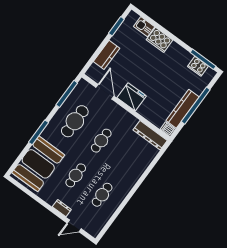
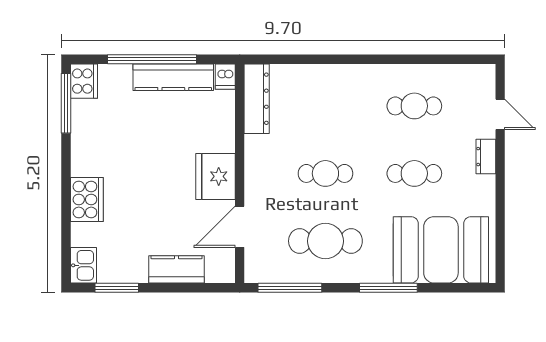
kitchen sink: (144, 27) -> (84, 265), moved
cooker: (198, 66) -> (84, 81), moved

